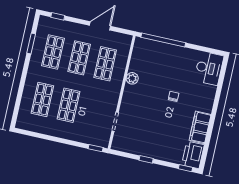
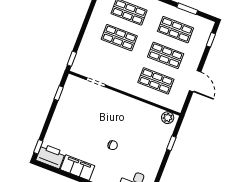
window: (163, 40) -> (171, 143), width x0.32
plant: (132, 78) -> (168, 118), moved
window: (146, 159) -> (59, 93), moved

